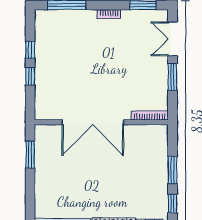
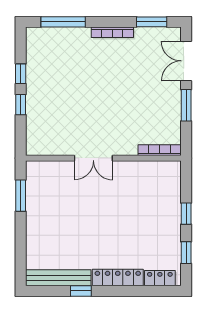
bookcase: (109, 14) -> (112, 32), width x1.56
double door: (93, 122) -> (93, 158), width x0.54
window: (172, 170) -> (186, 214), width x0.67

